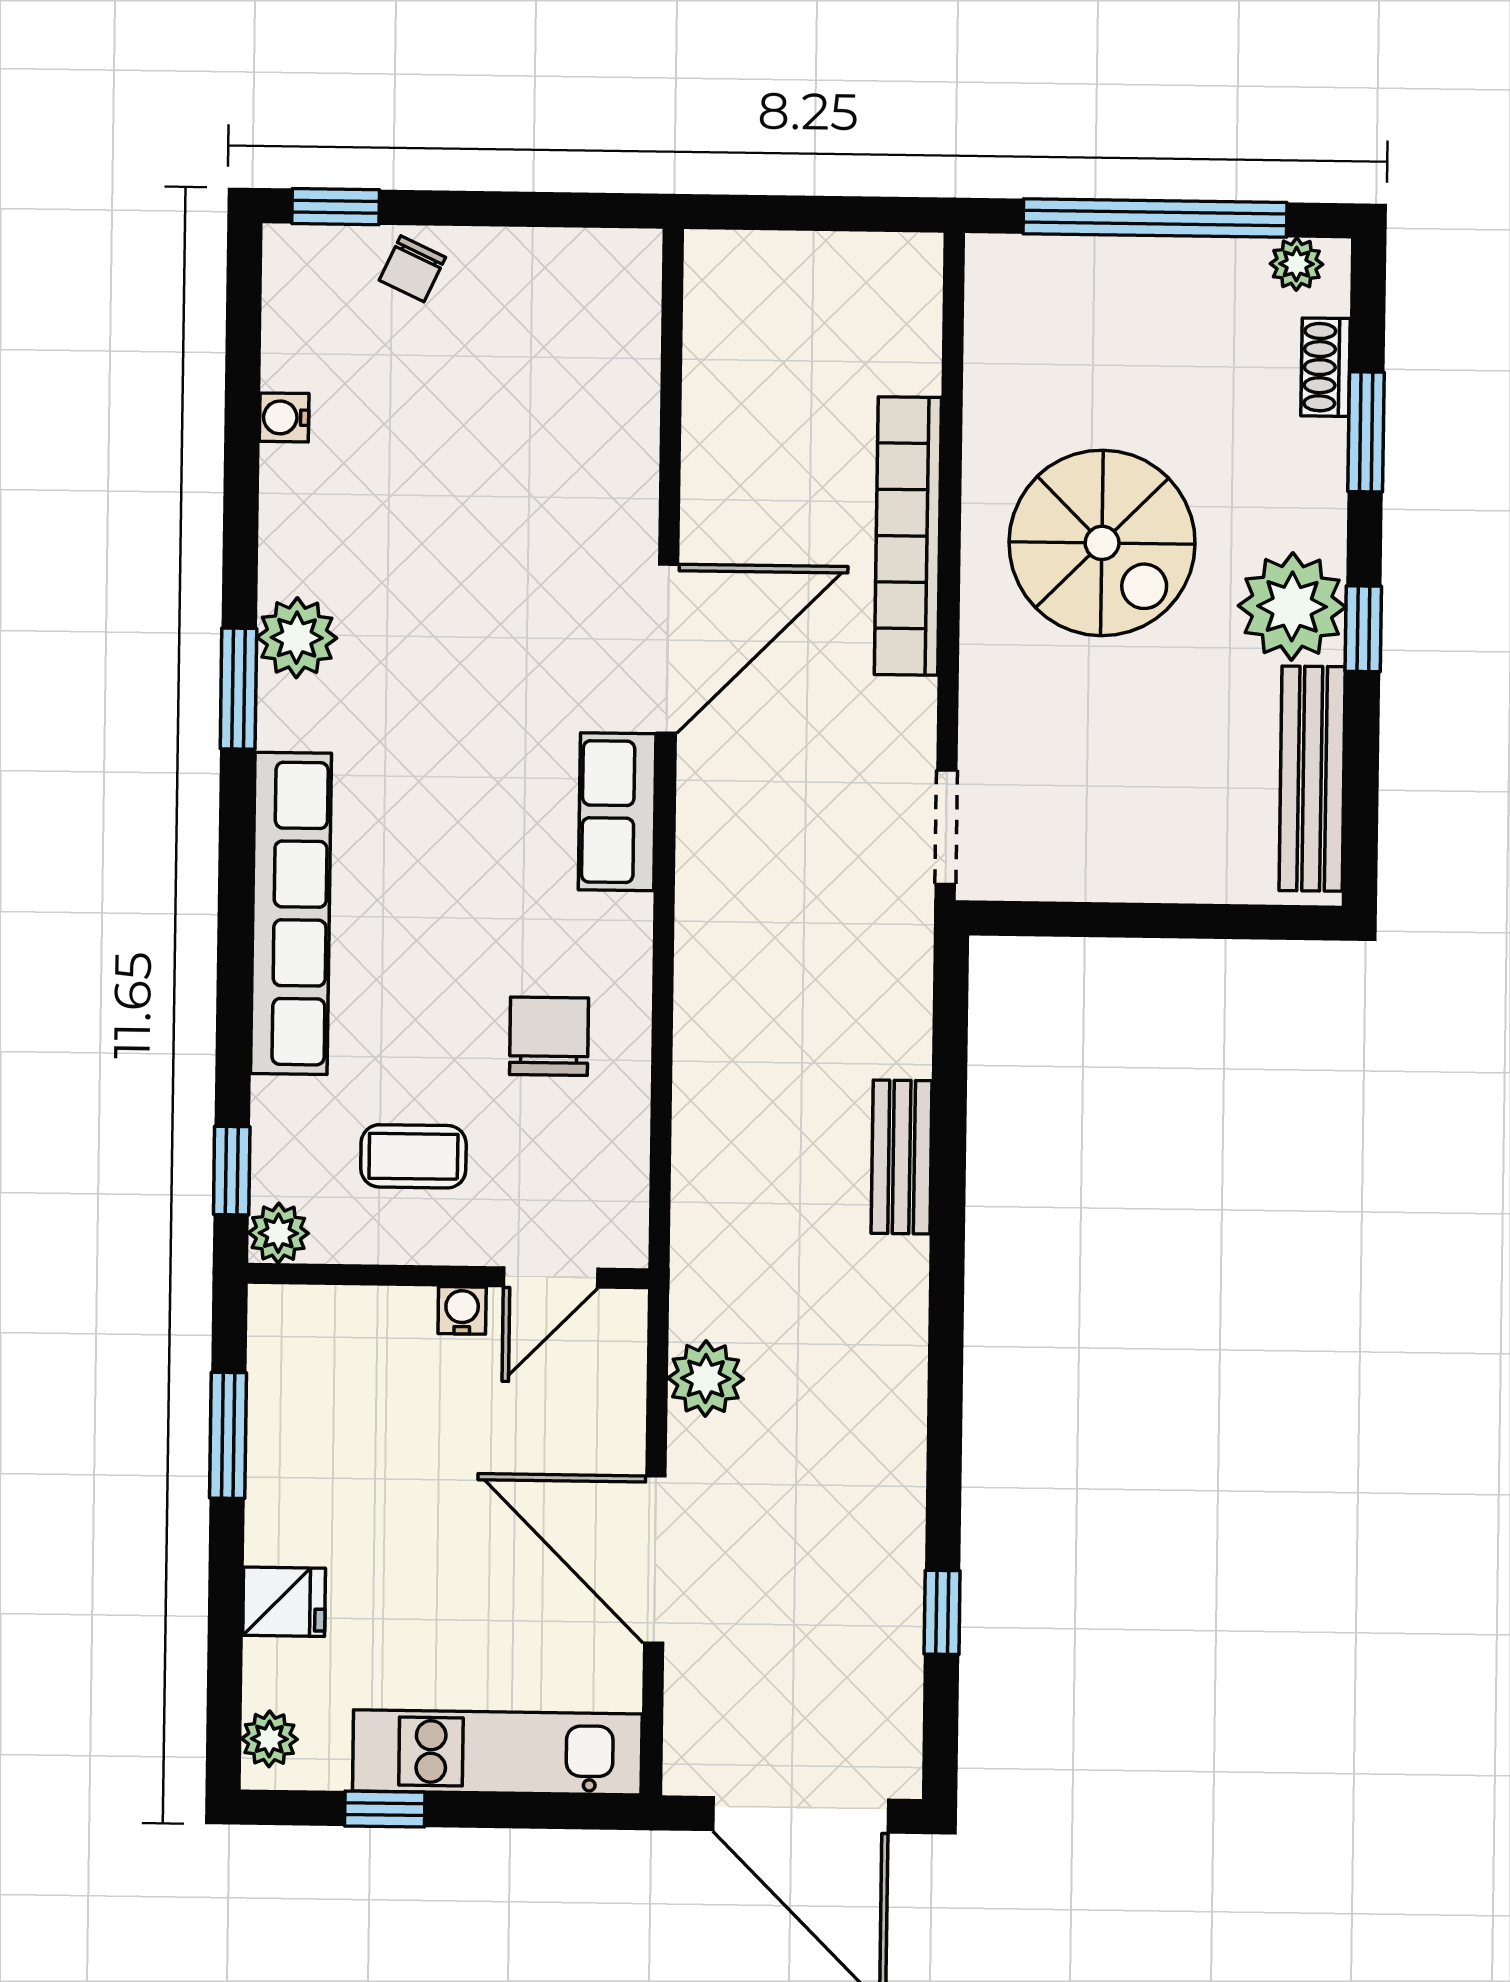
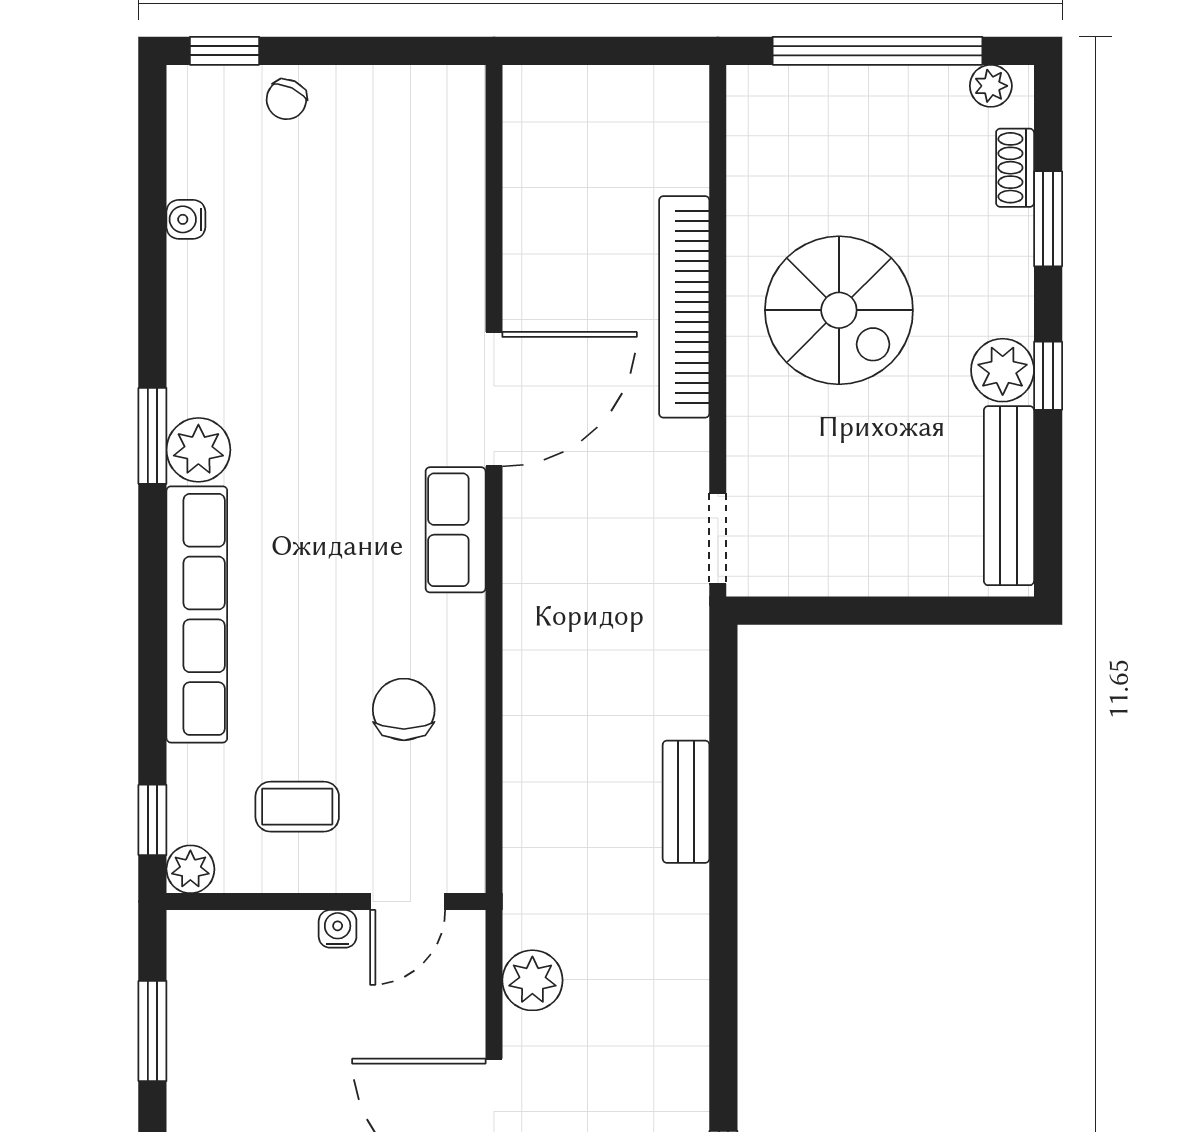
plant: (1292, 606) -> (1003, 370), width x0.73, depth x0.73
plant: (297, 638) -> (198, 450), moved

